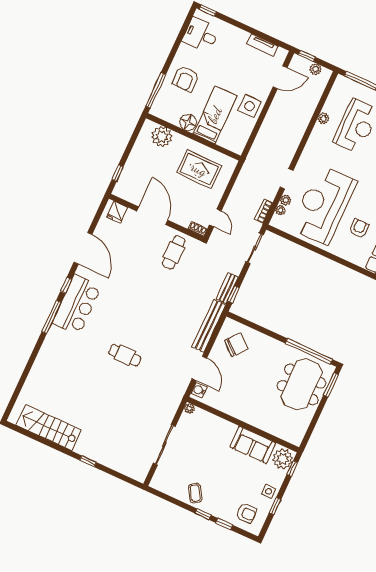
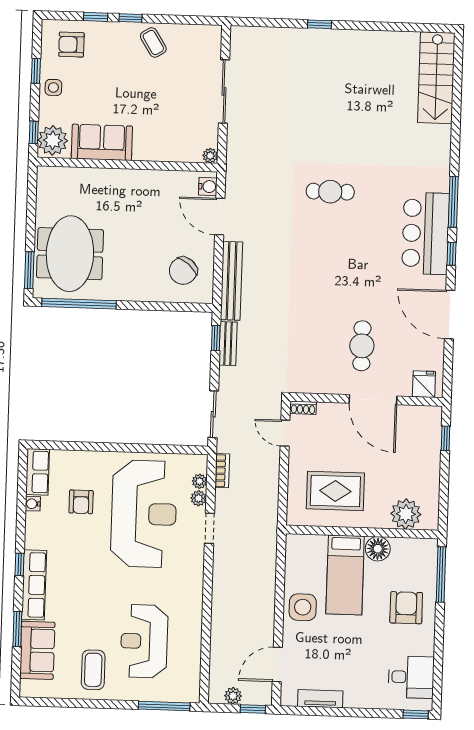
plant: (323, 118) -> (194, 633), removed
cafe table: (174, 252) -> (362, 346), moved
stairs: (49, 428) -> (436, 78), moved, turned 90

